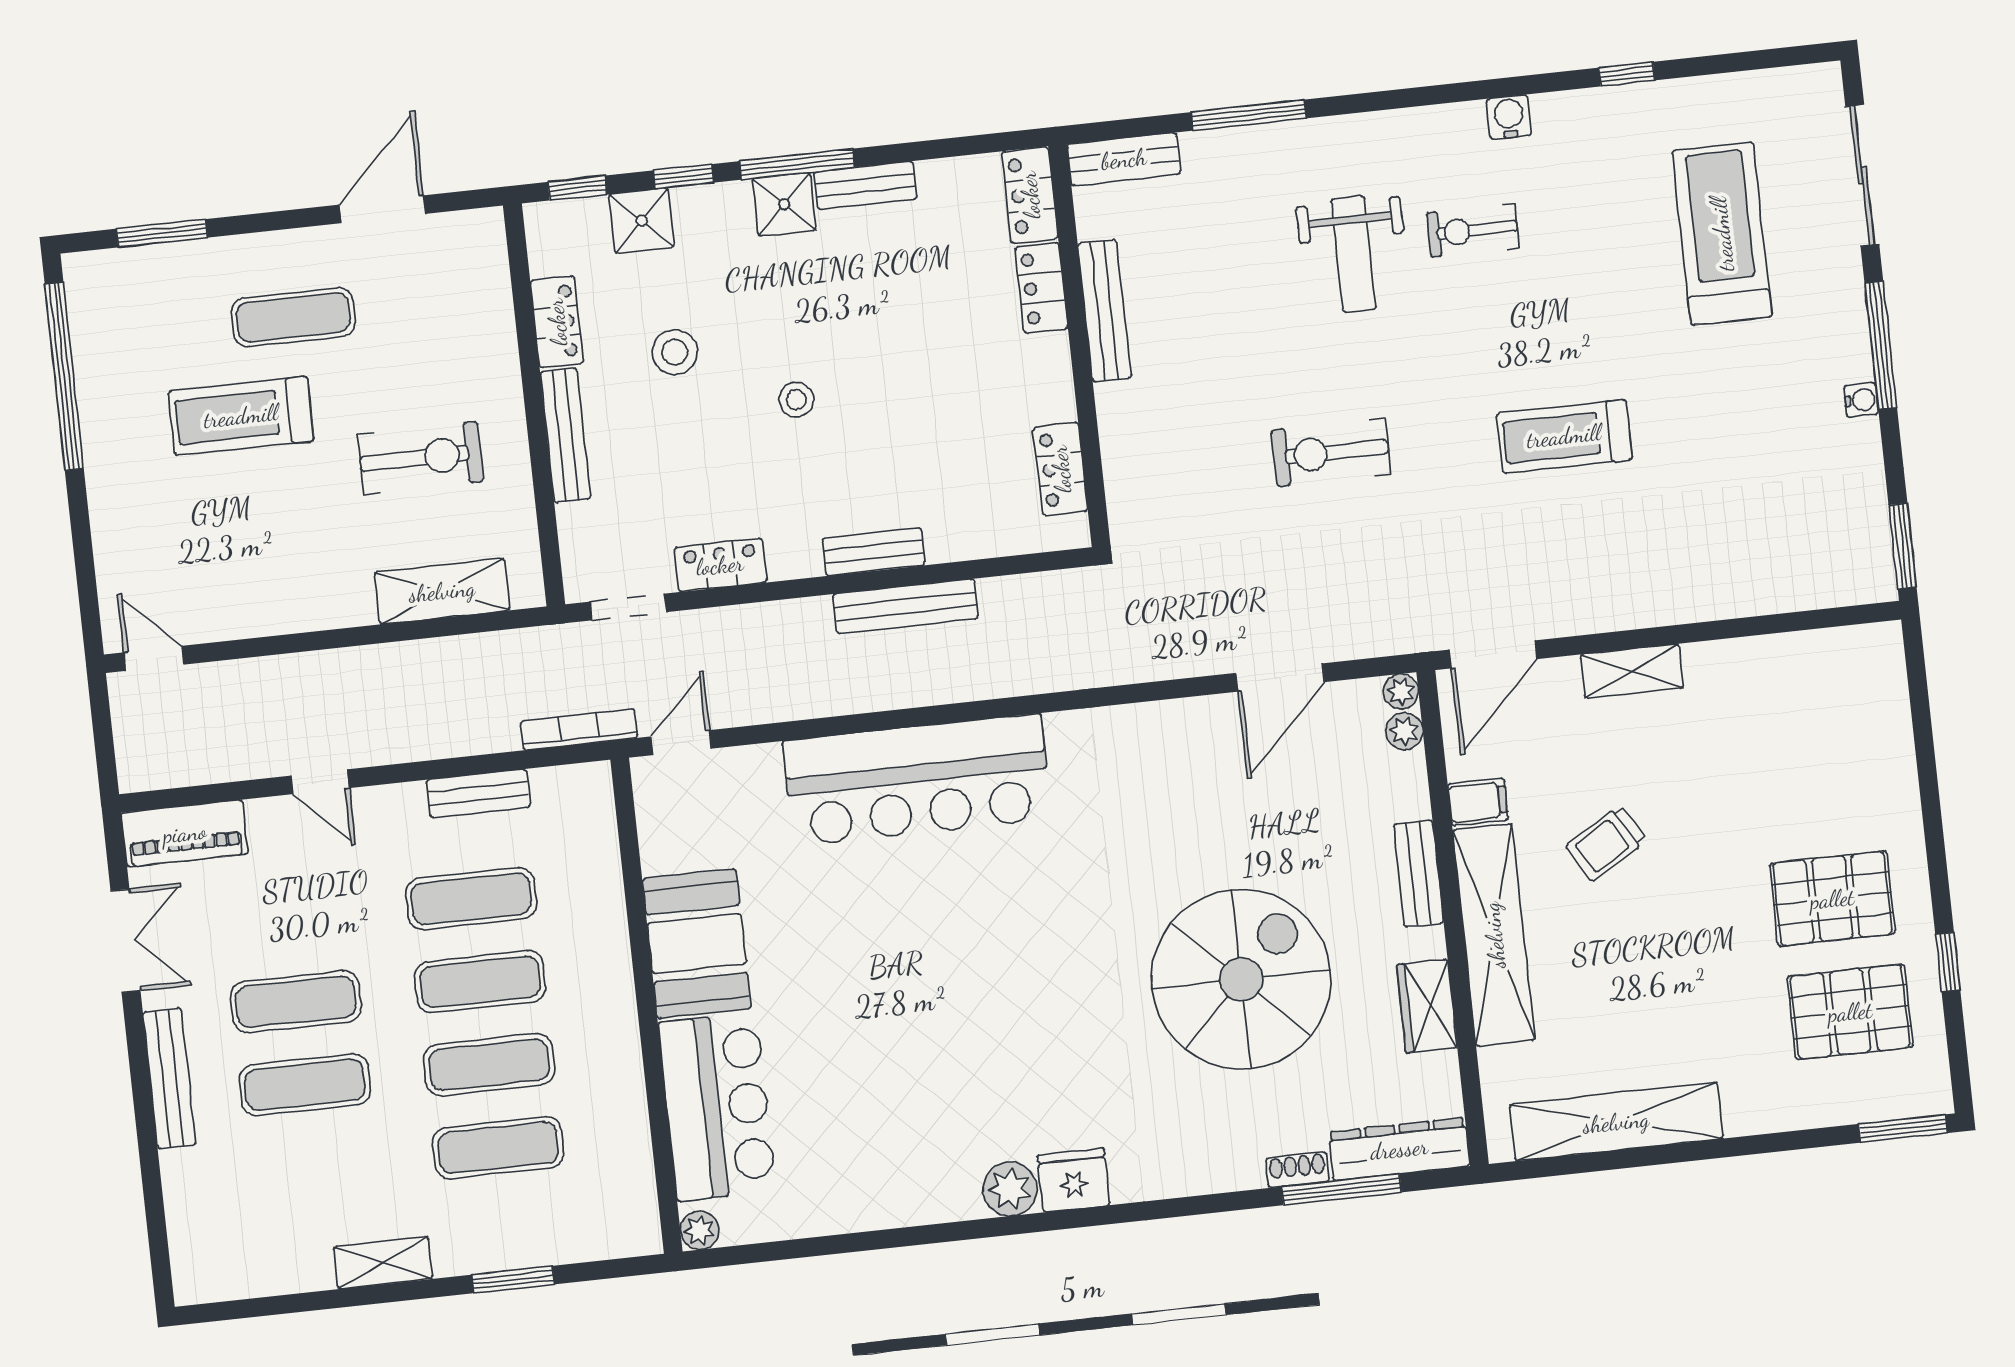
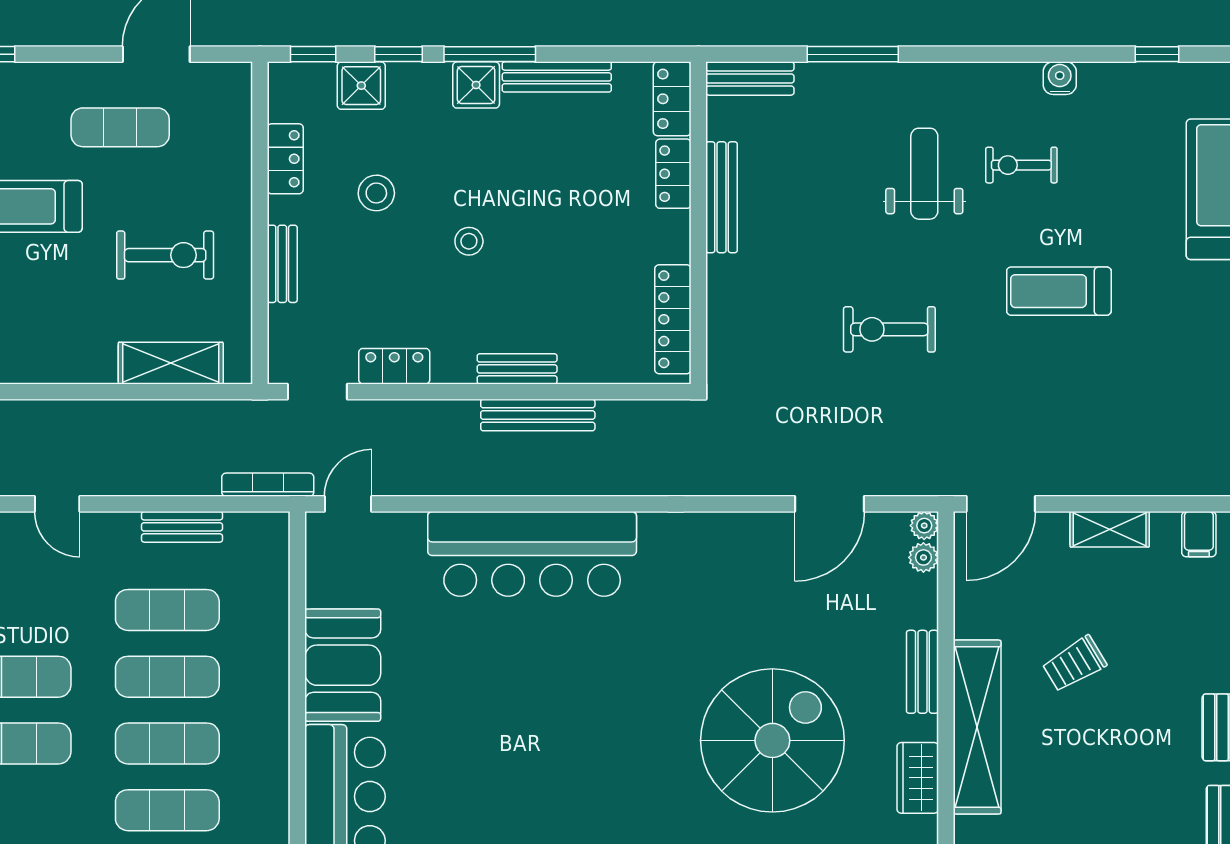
bench: (865, 185) -> (557, 77), width x1.36
weight bench: (1353, 254) -> (924, 174), turned 180
exercise mat: (293, 317) -> (120, 127), moved
bench: (565, 435) -> (282, 264), width x0.73
treadmill: (1564, 436) -> (1059, 291), moved
locker: (1061, 469) -> (673, 319), width x1.53
filing cabinet: (1478, 802) -> (1199, 534), moved, turned 90

